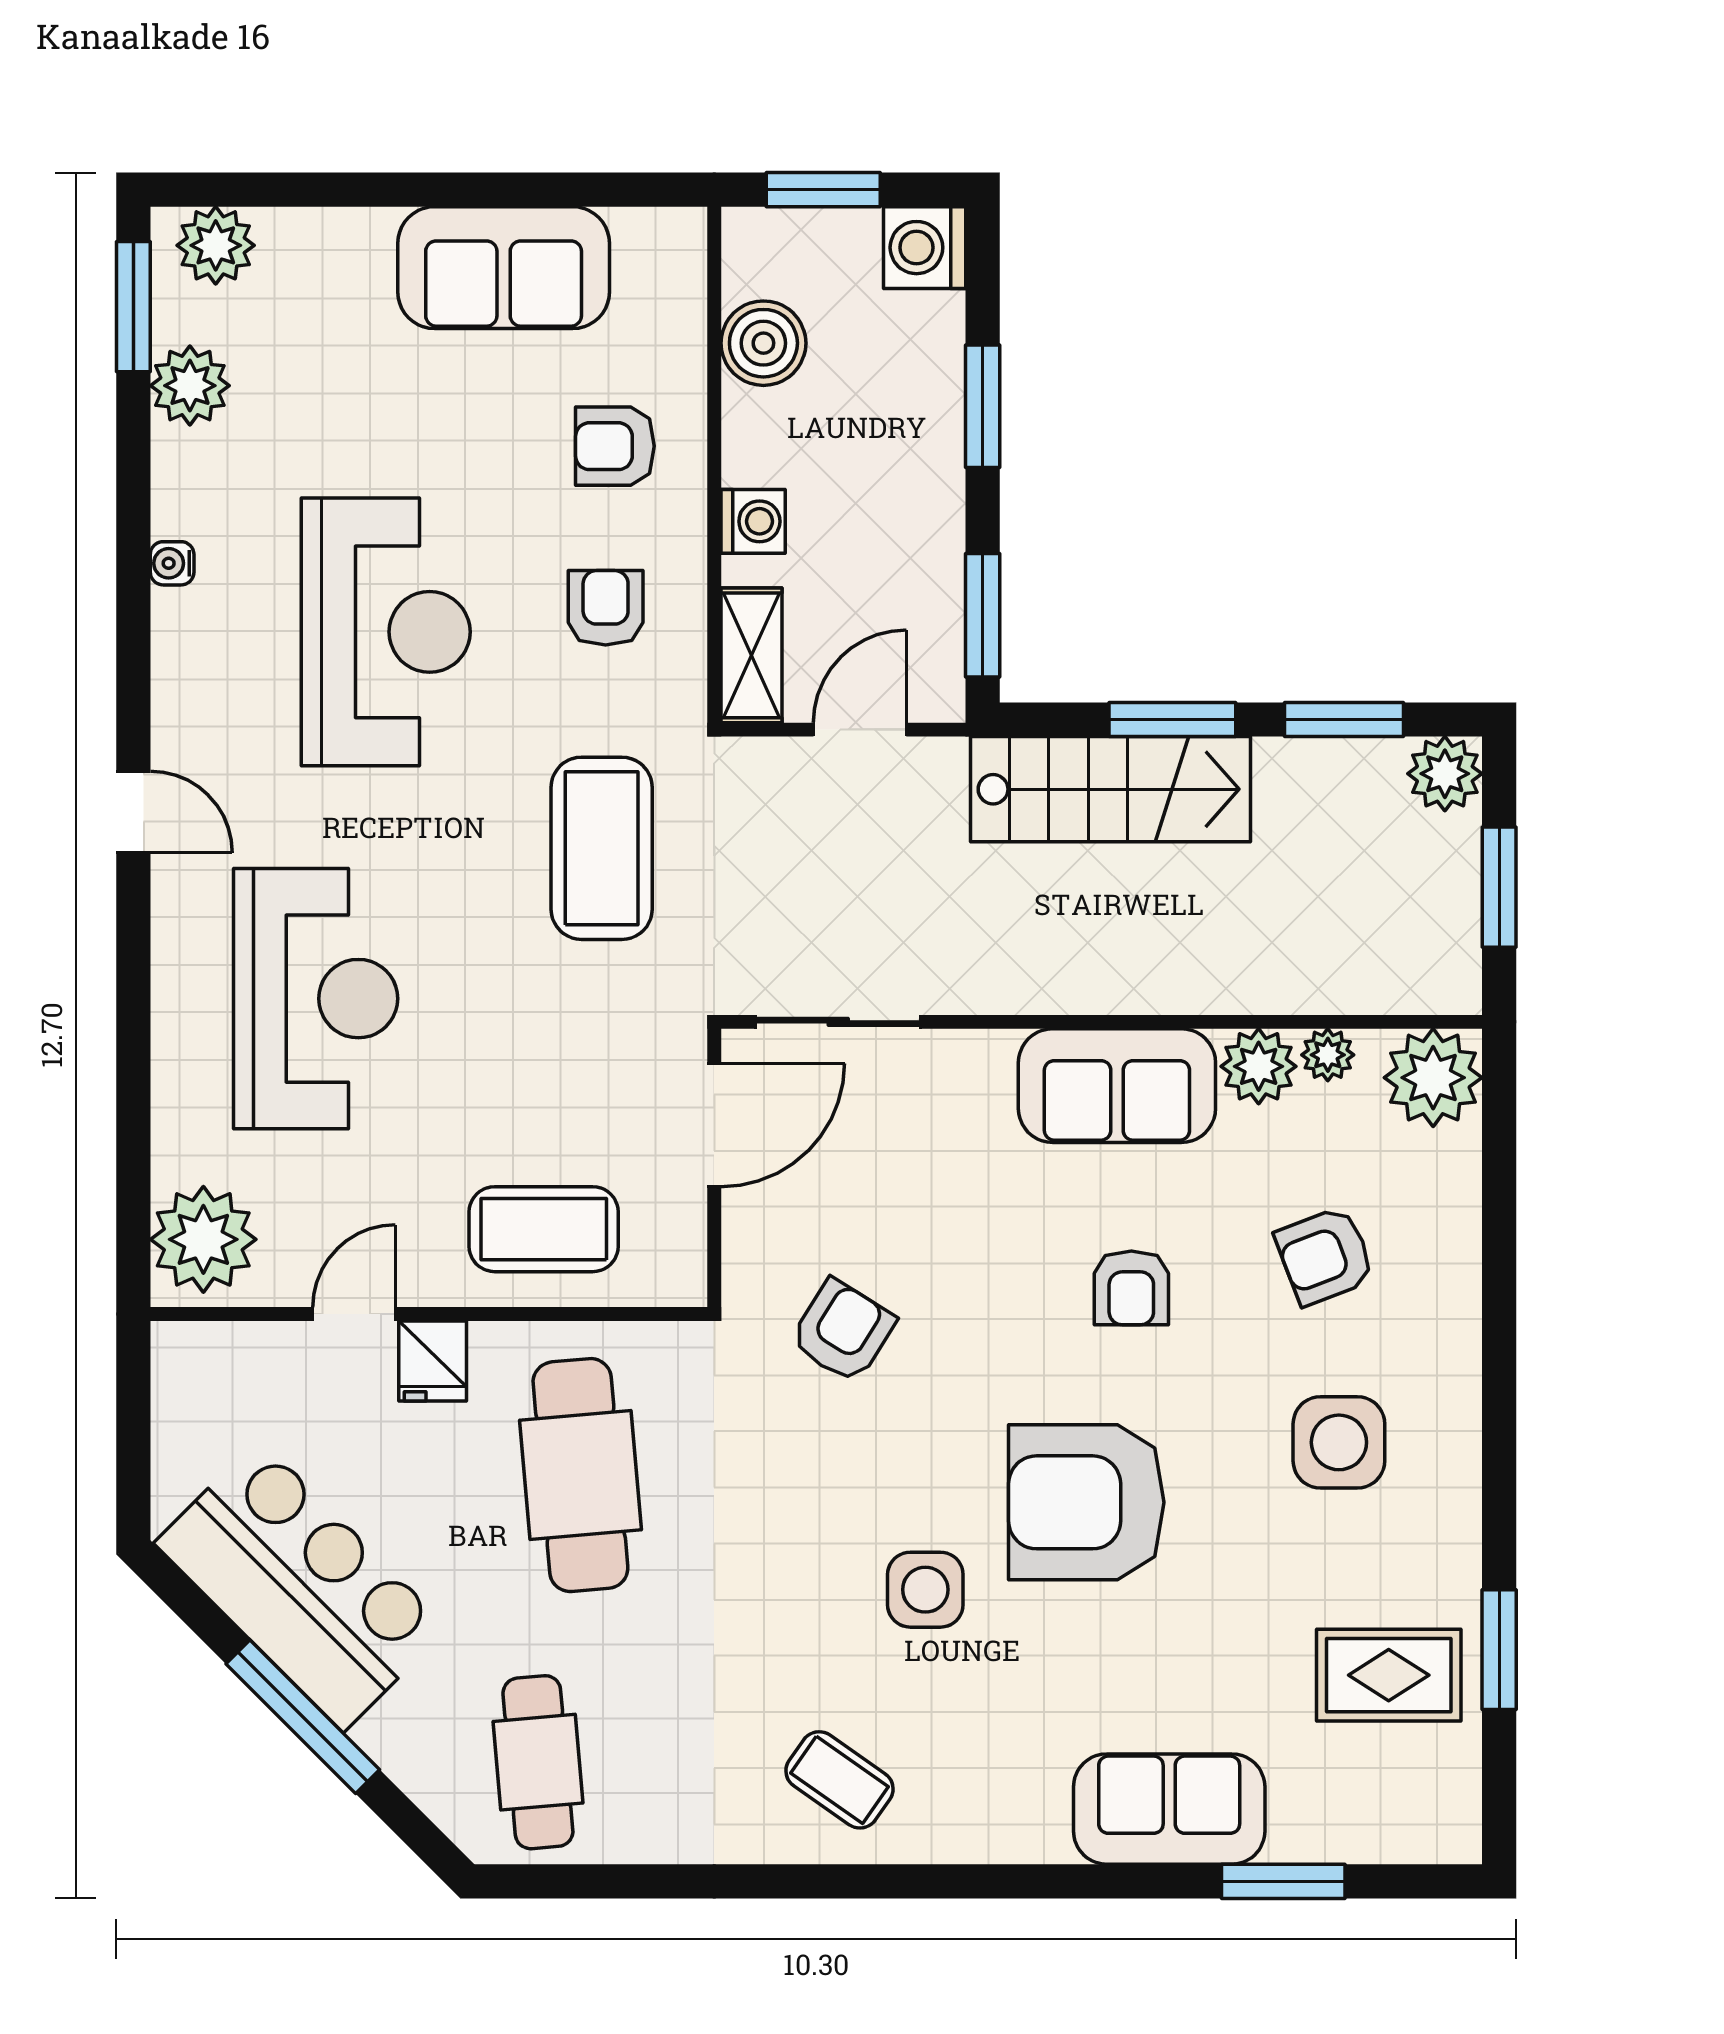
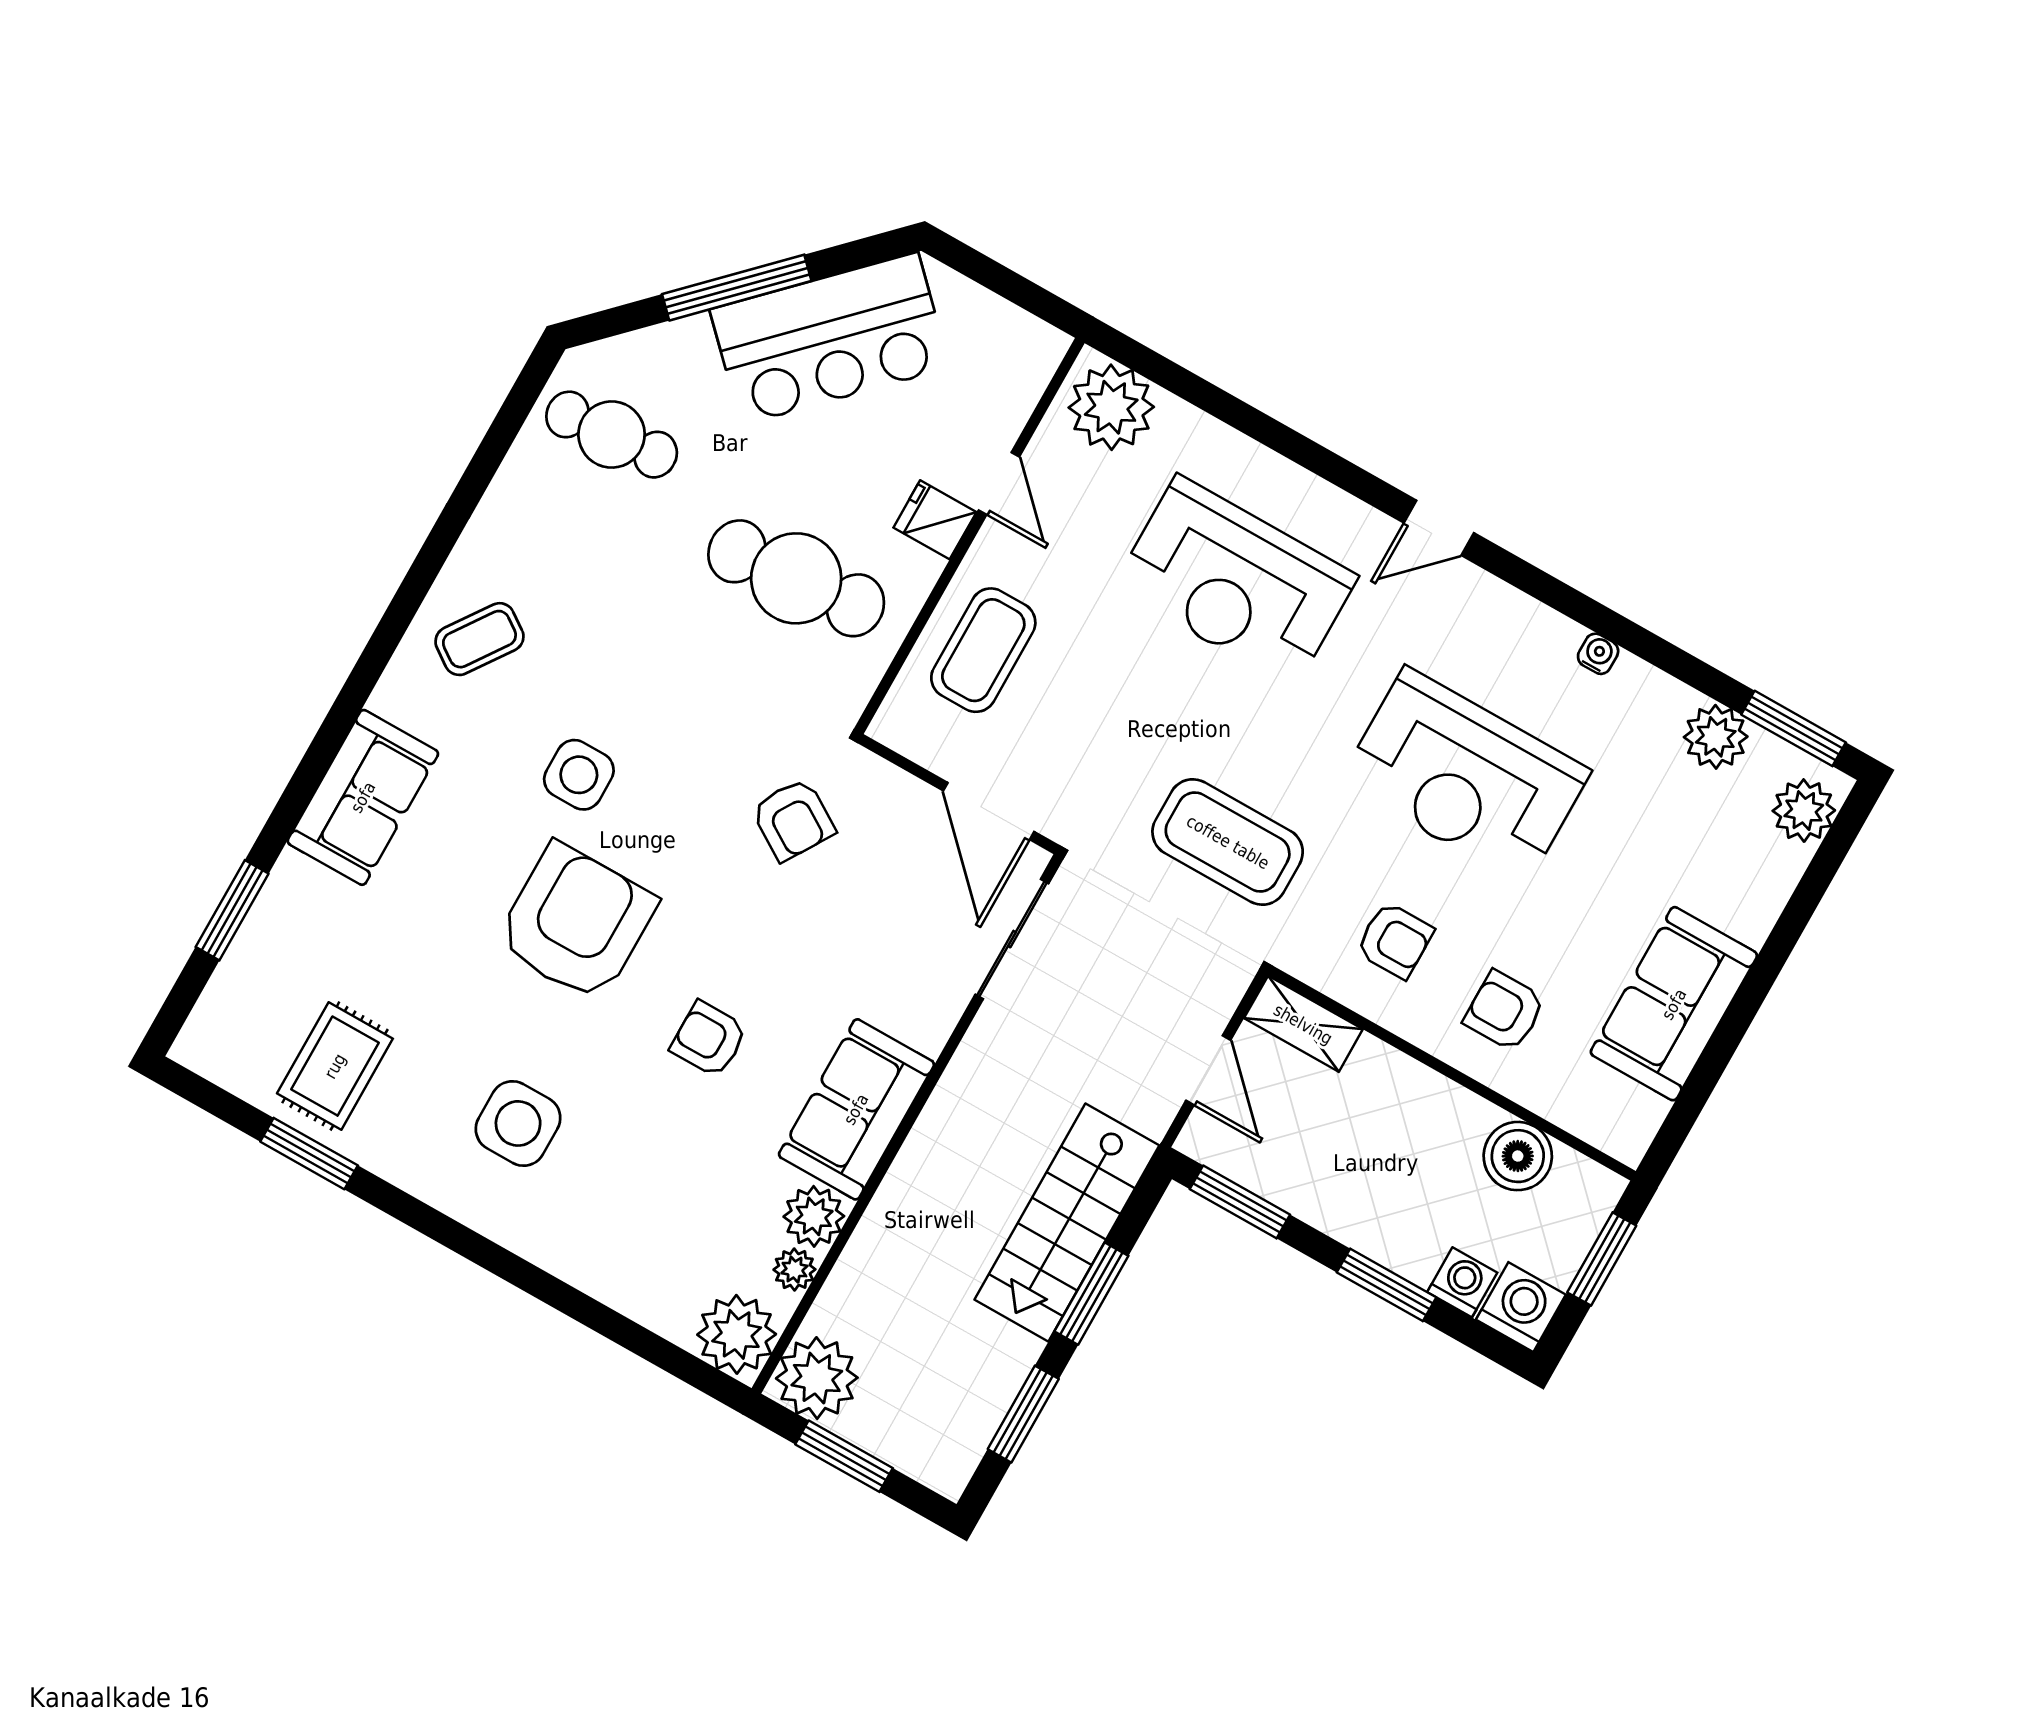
armchair: (615, 446) -> (1504, 1011), turned -90
washing machine: (753, 521) -> (1462, 1282), moved, turned 180
plant: (1445, 774) -> (817, 1378), moved, width x1.36, depth x1.36
armchair: (1325, 1256) -> (654, 1188), removed
sofa: (1169, 1809) -> (363, 797), moved

